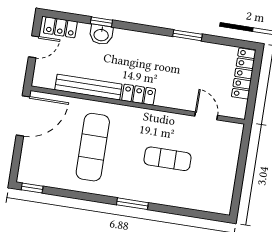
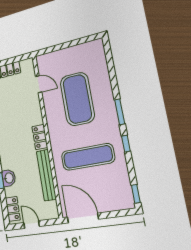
door: (206, 116) -> (39, 84), swing flipped
exercise mat: (168, 159) -> (77, 99), width x2.00, depth x1.45
window: (93, 198) -> (126, 144), added

